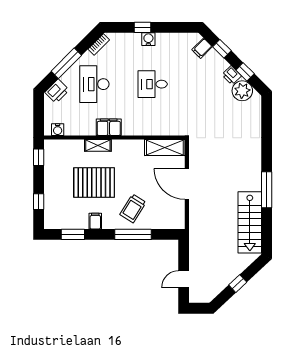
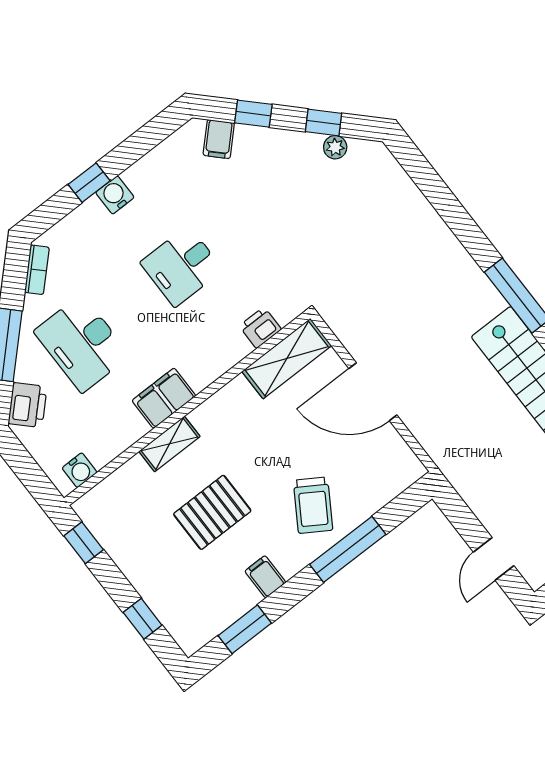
printer: (232, 75) -> (260, 328), moved, turned 135
plant: (242, 91) -> (335, 147), width x0.53, depth x0.53
pallet: (94, 183) -> (212, 512), width x0.73, depth x0.71

